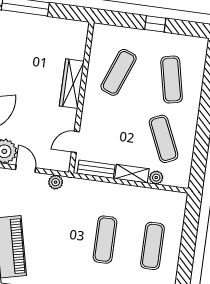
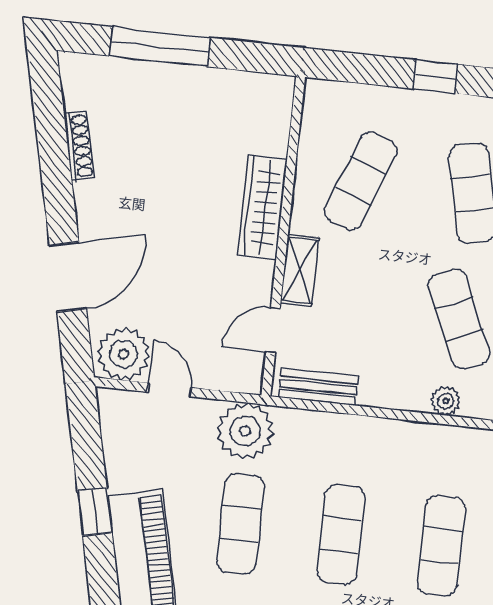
shelving: (132, 174) -> (300, 270), moved, turned 90
plant: (56, 182) -> (245, 431), width x1.88, depth x1.88
exercise mat: (57, 233) -> (240, 524), added

